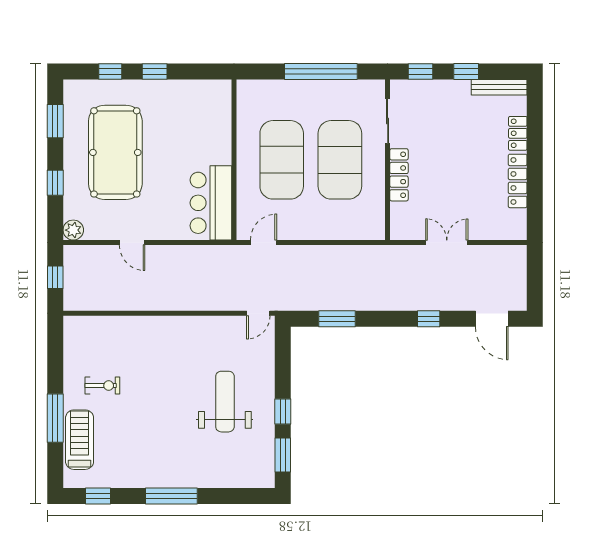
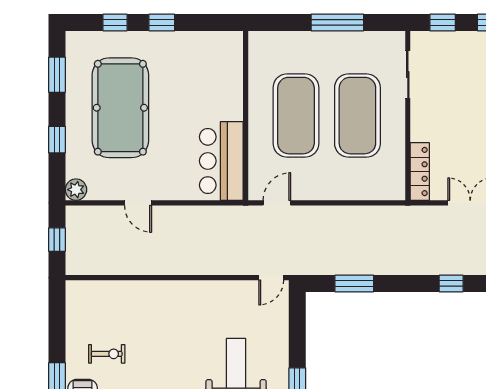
window: (321, 72) -> (337, 22), width x0.68
locker: (399, 175) -> (420, 171), moved

